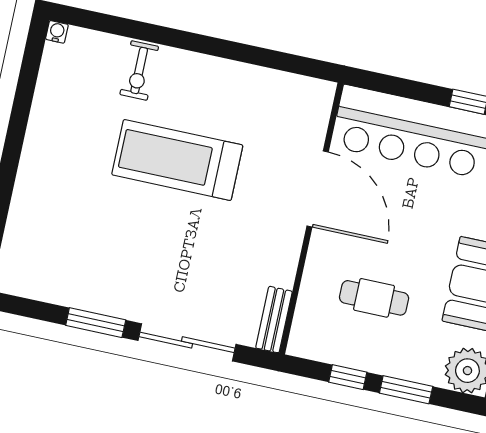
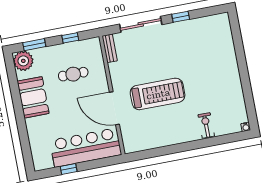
treadmill: (177, 160) -> (158, 94), moved
window: (96, 323) -> (181, 17), width x0.67
window: (406, 390) -> (34, 45), moved

